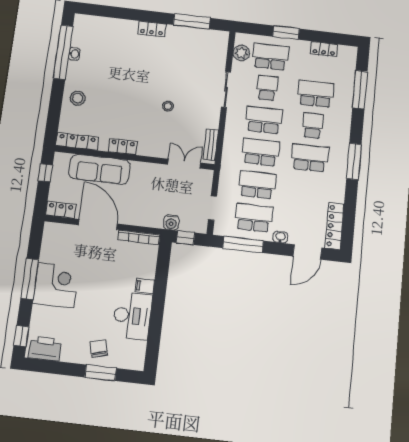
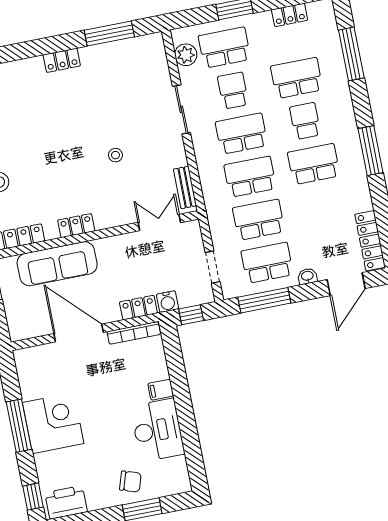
locker: (61, 210) -> (138, 308), moved
chair: (99, 348) -> (130, 482), turned 123

